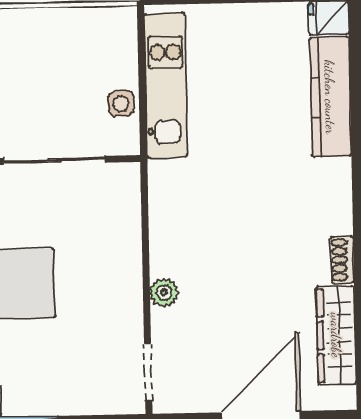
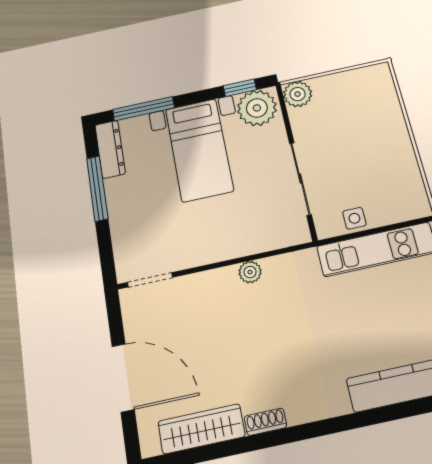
plant: (164, 293) -> (250, 272), moved

